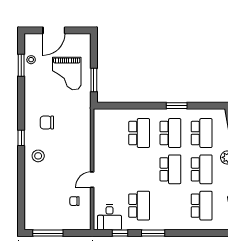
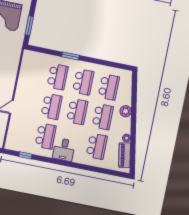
window: (177, 106) -> (71, 56), moved
school desk: (139, 169) -> (52, 106), added
desk: (109, 217) -> (64, 150), moved
window: (153, 233) -> (52, 161), removed

